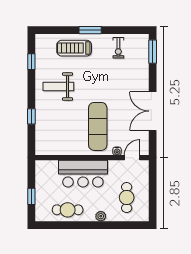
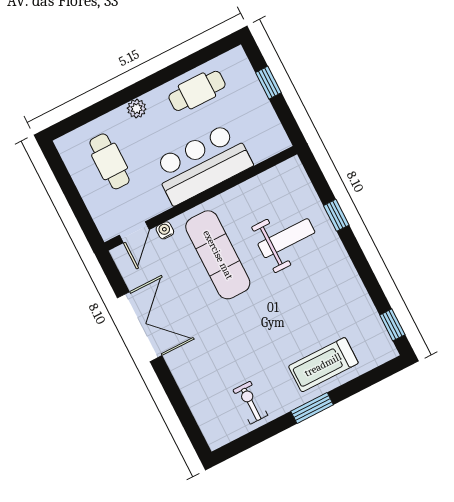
treadmill: (74, 48) -> (323, 365), turned 180
window: (153, 52) -> (190, 425), removed
window: (31, 62) -> (392, 325), moved
weight bench: (58, 87) -> (286, 238), moved

